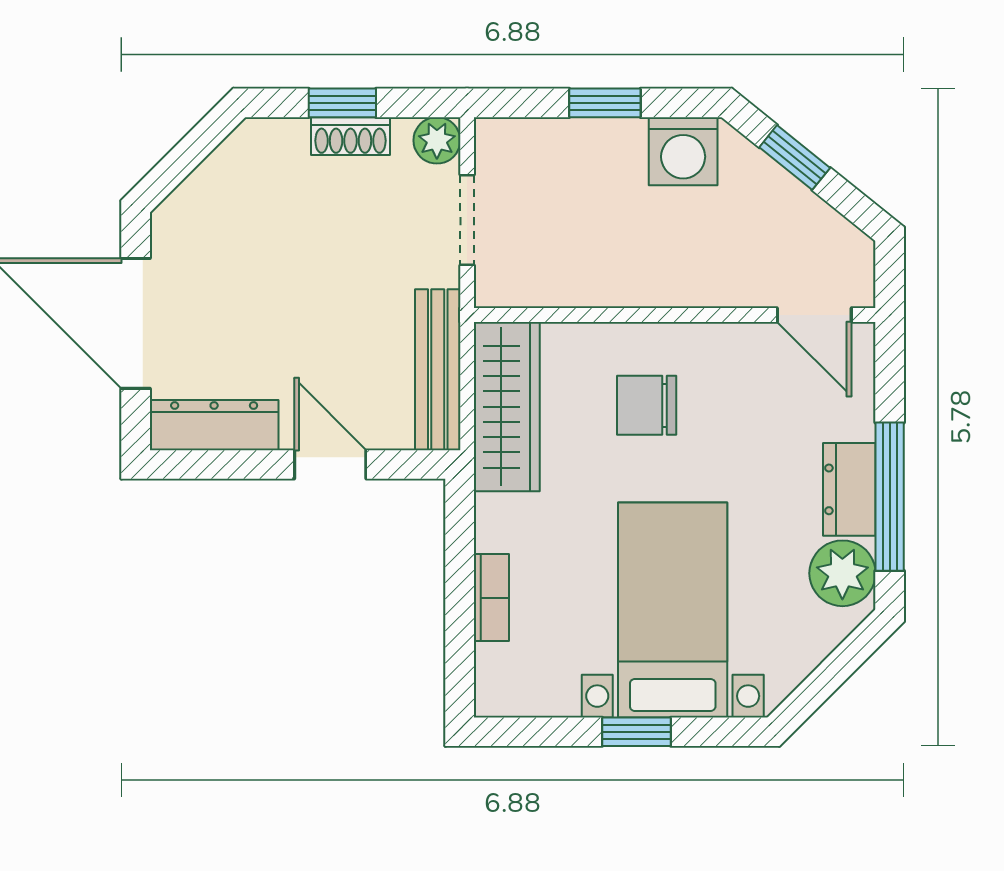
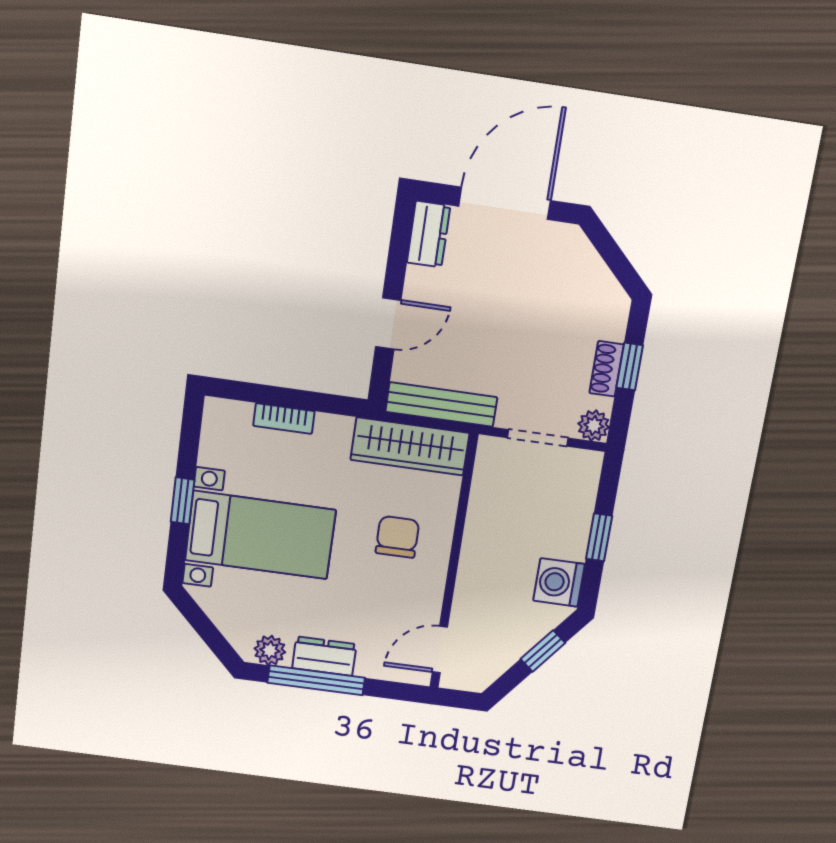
dresser: (214, 425) -> (429, 234), width x0.70
plant: (842, 573) -> (270, 650), width x0.73, depth x0.73

